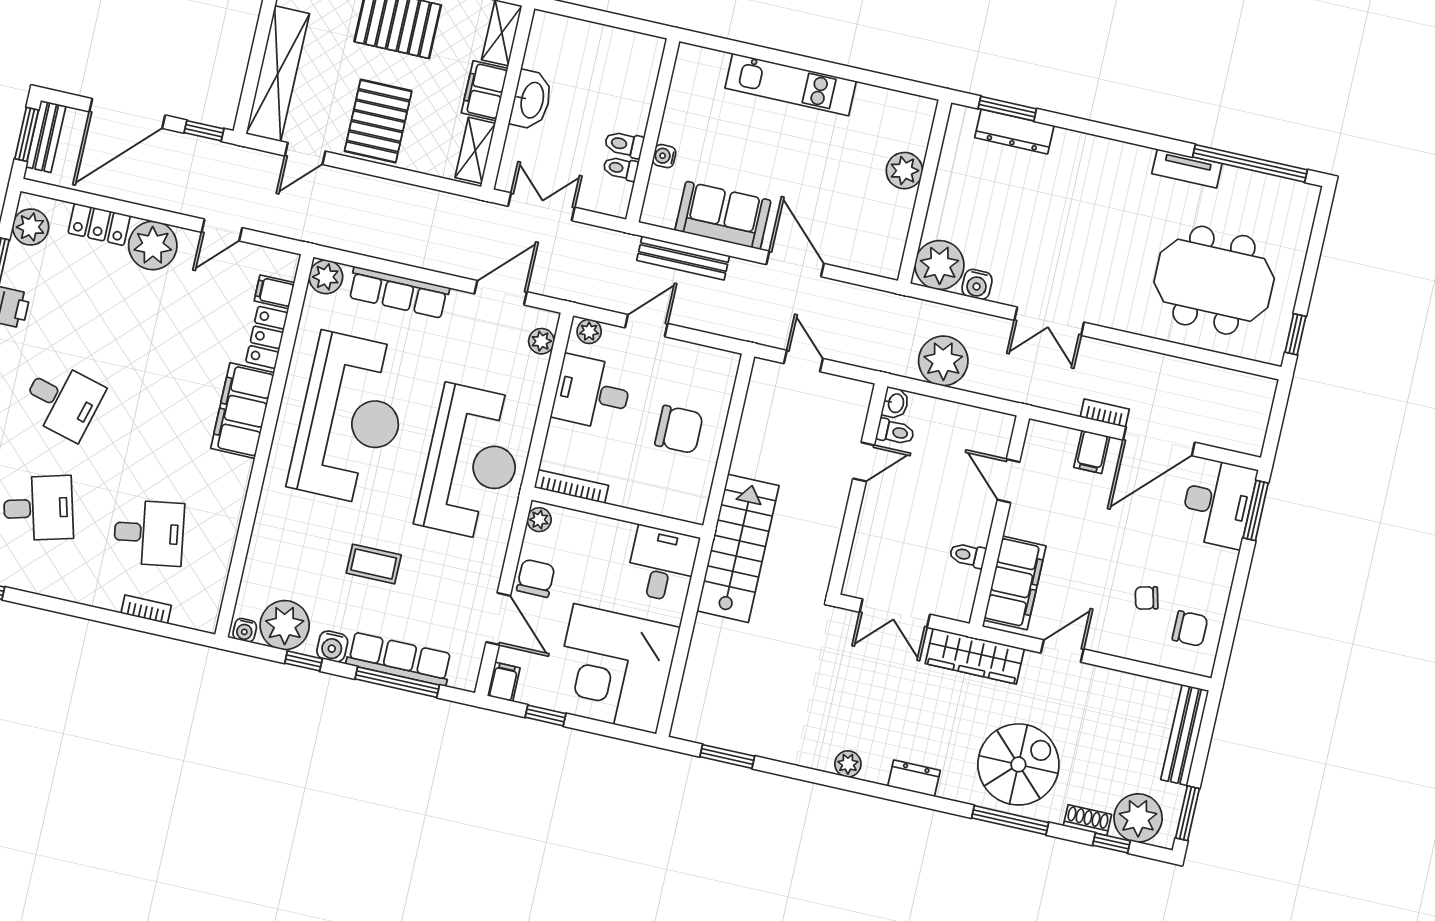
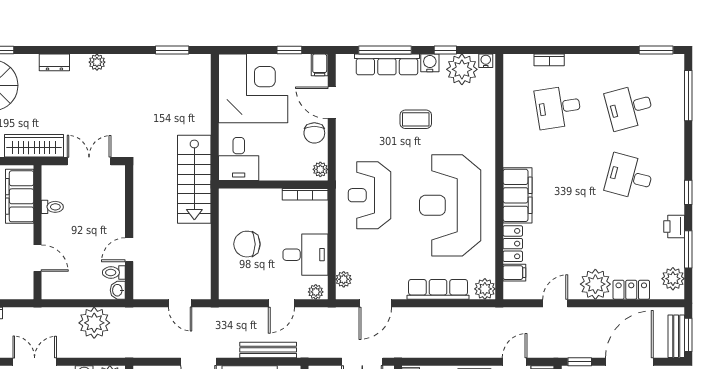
reception desk: (472, 462) -> (370, 195), width x0.74, depth x0.77

